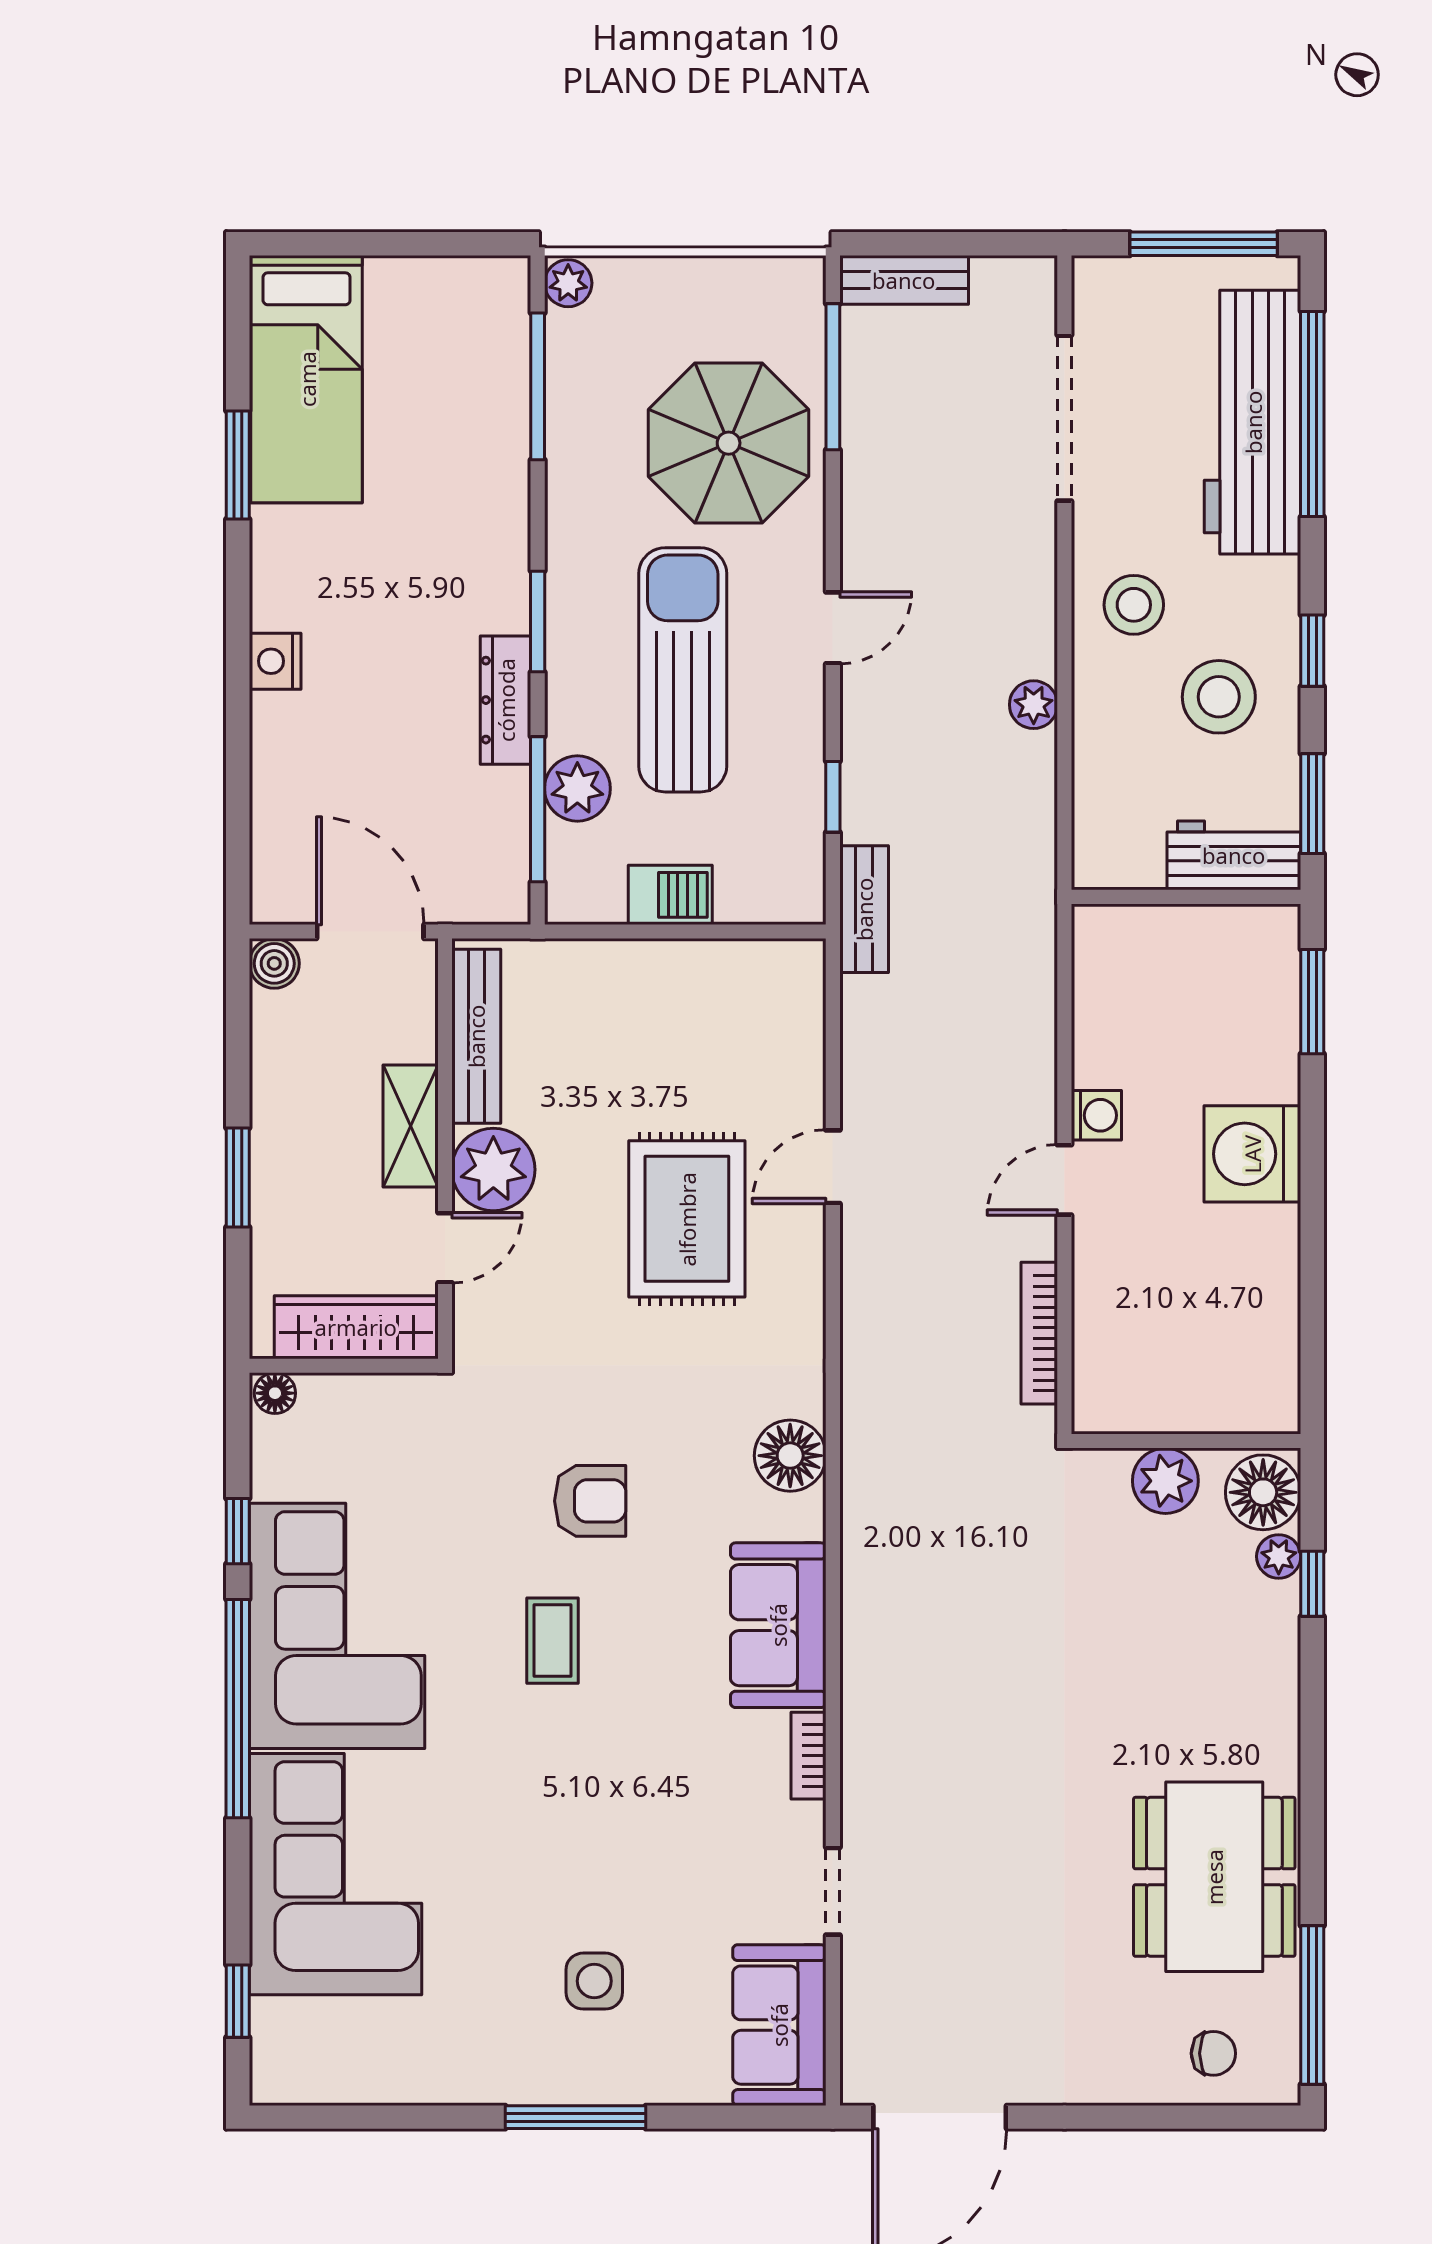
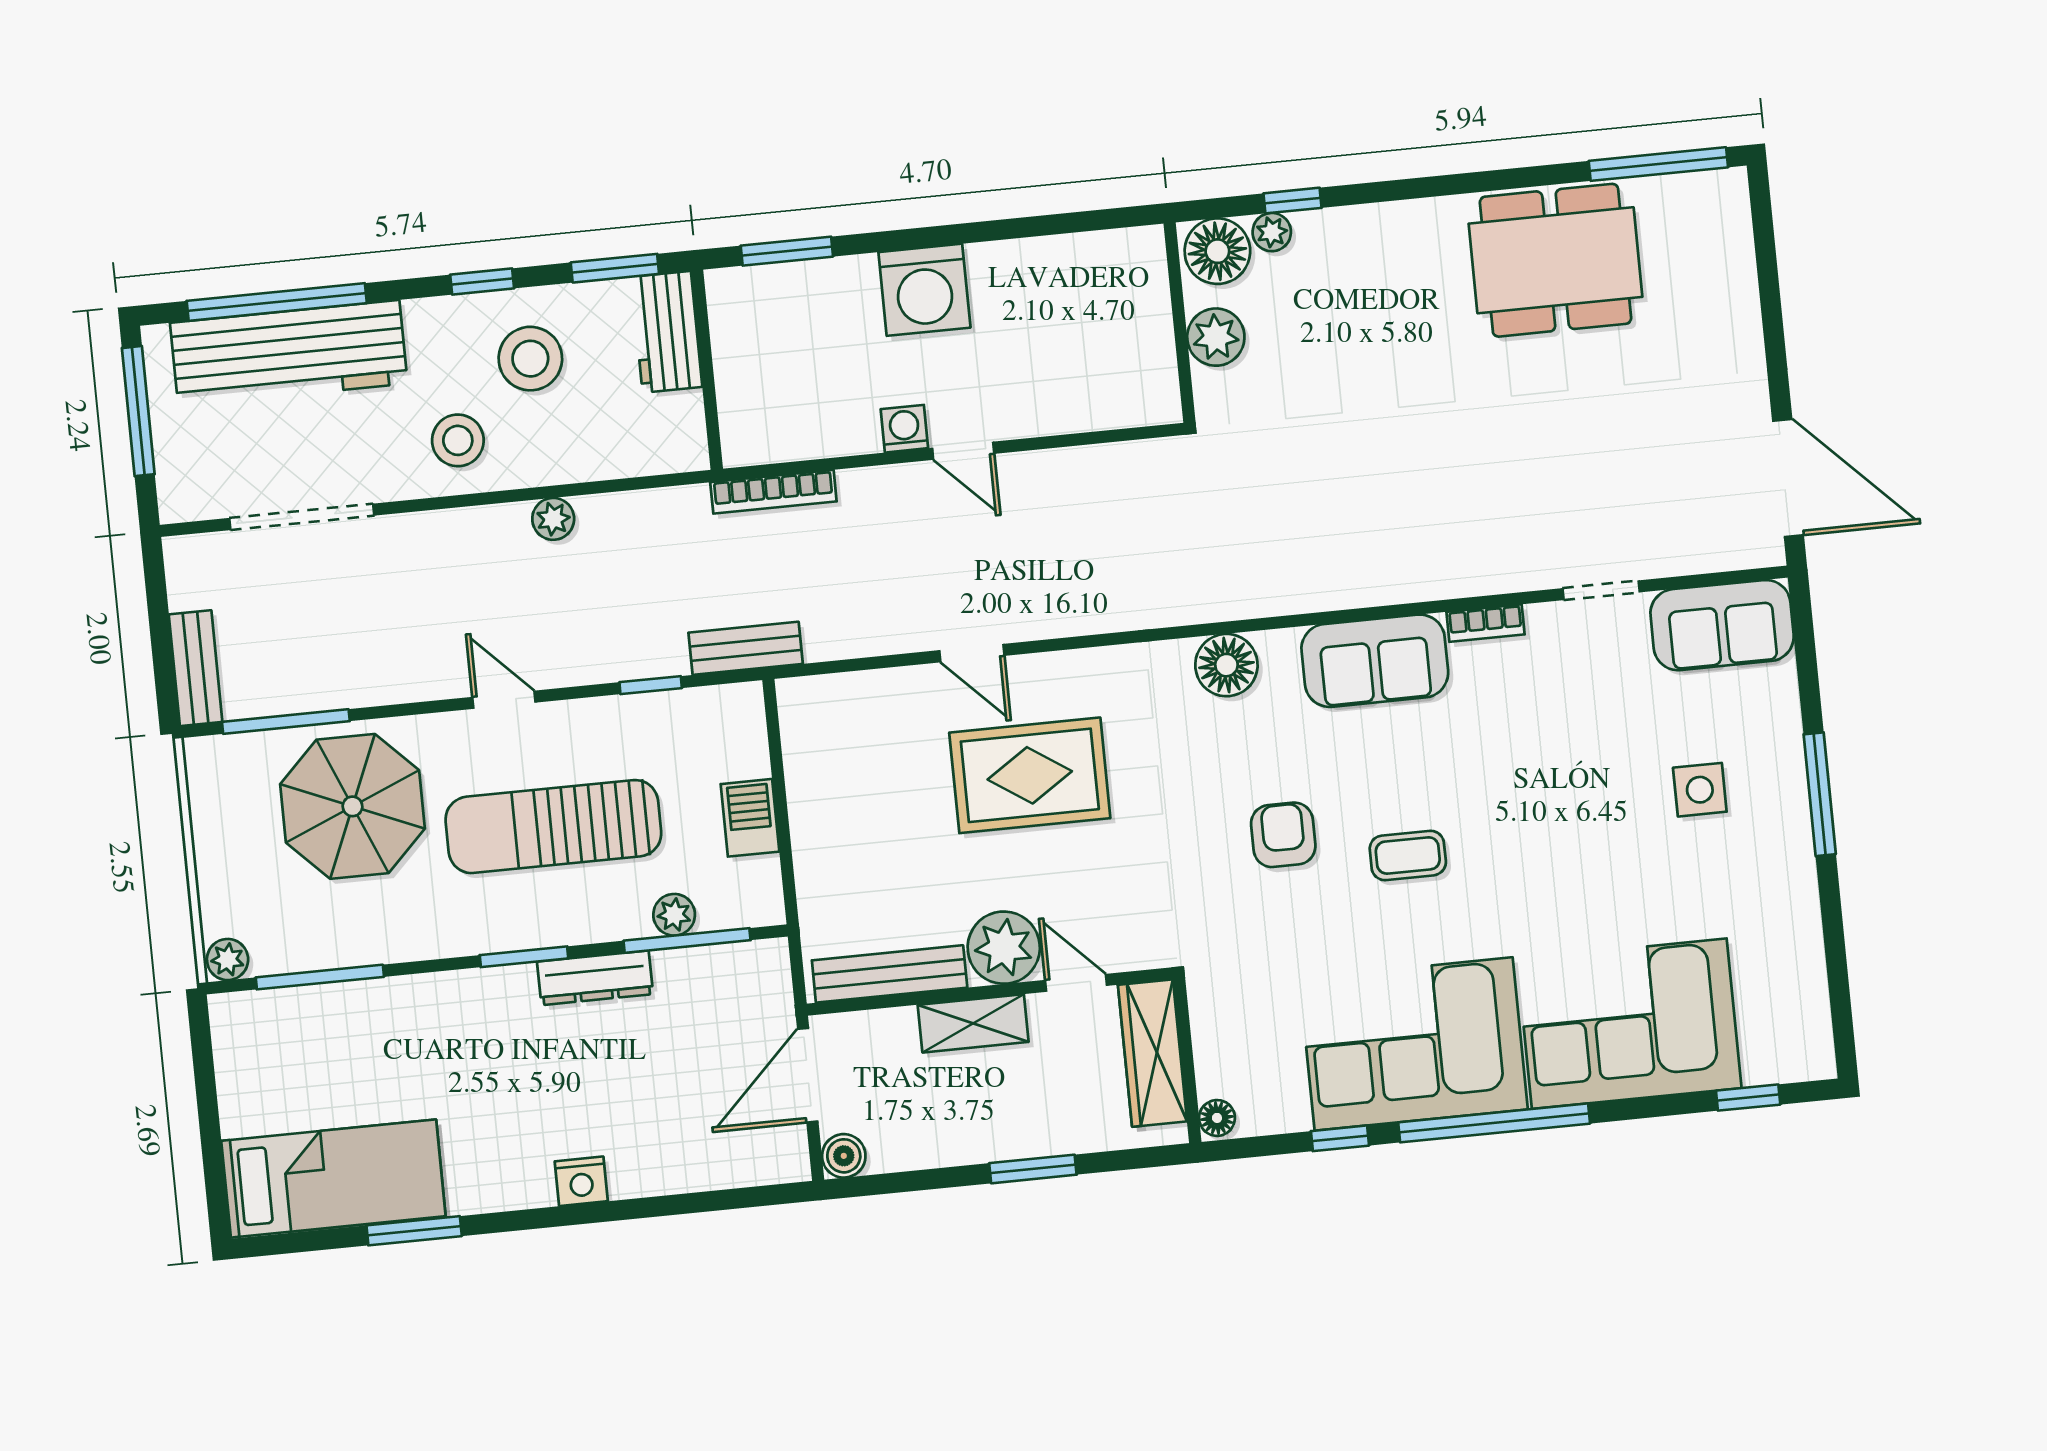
plant: (577, 789) -> (674, 915), width x0.73, depth x0.73
bookcase: (1039, 1333) -> (773, 492), moved
chair: (1213, 2053) -> (1709, 246), removed

